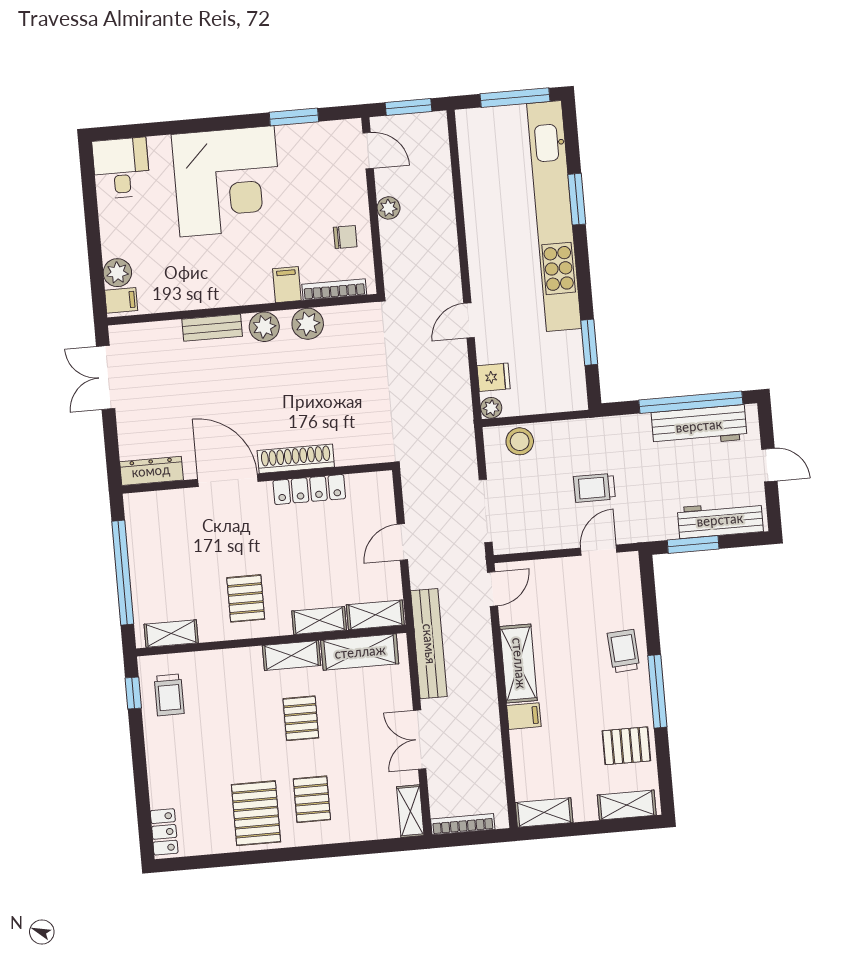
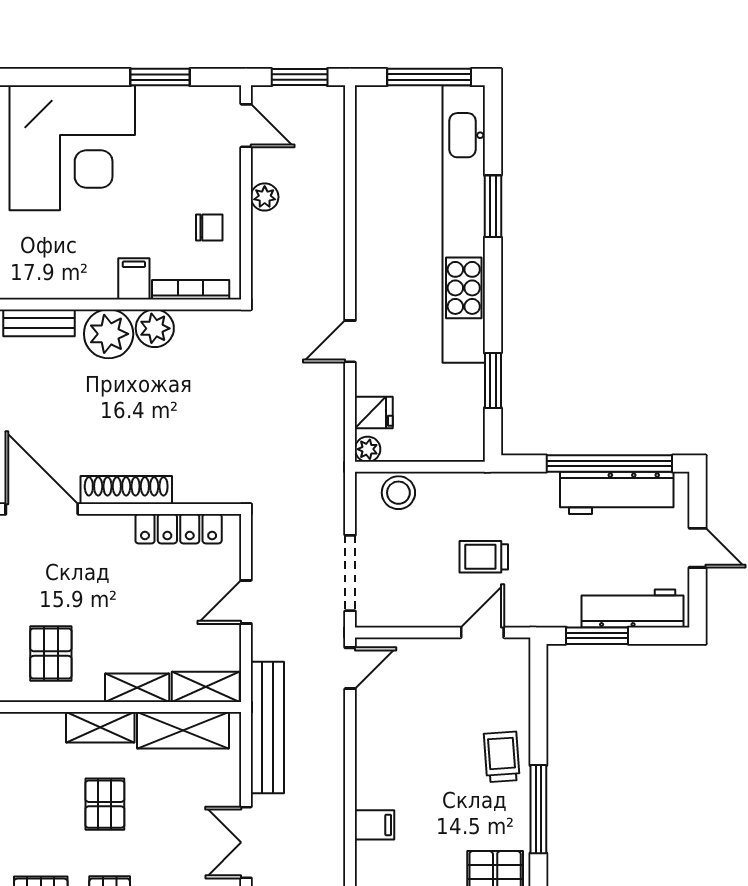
plant: (264, 327) -> (109, 334), width x1.36, depth x1.36
locker: (309, 490) -> (179, 529), moved
shelving: (519, 663) -> (374, 761), removed

